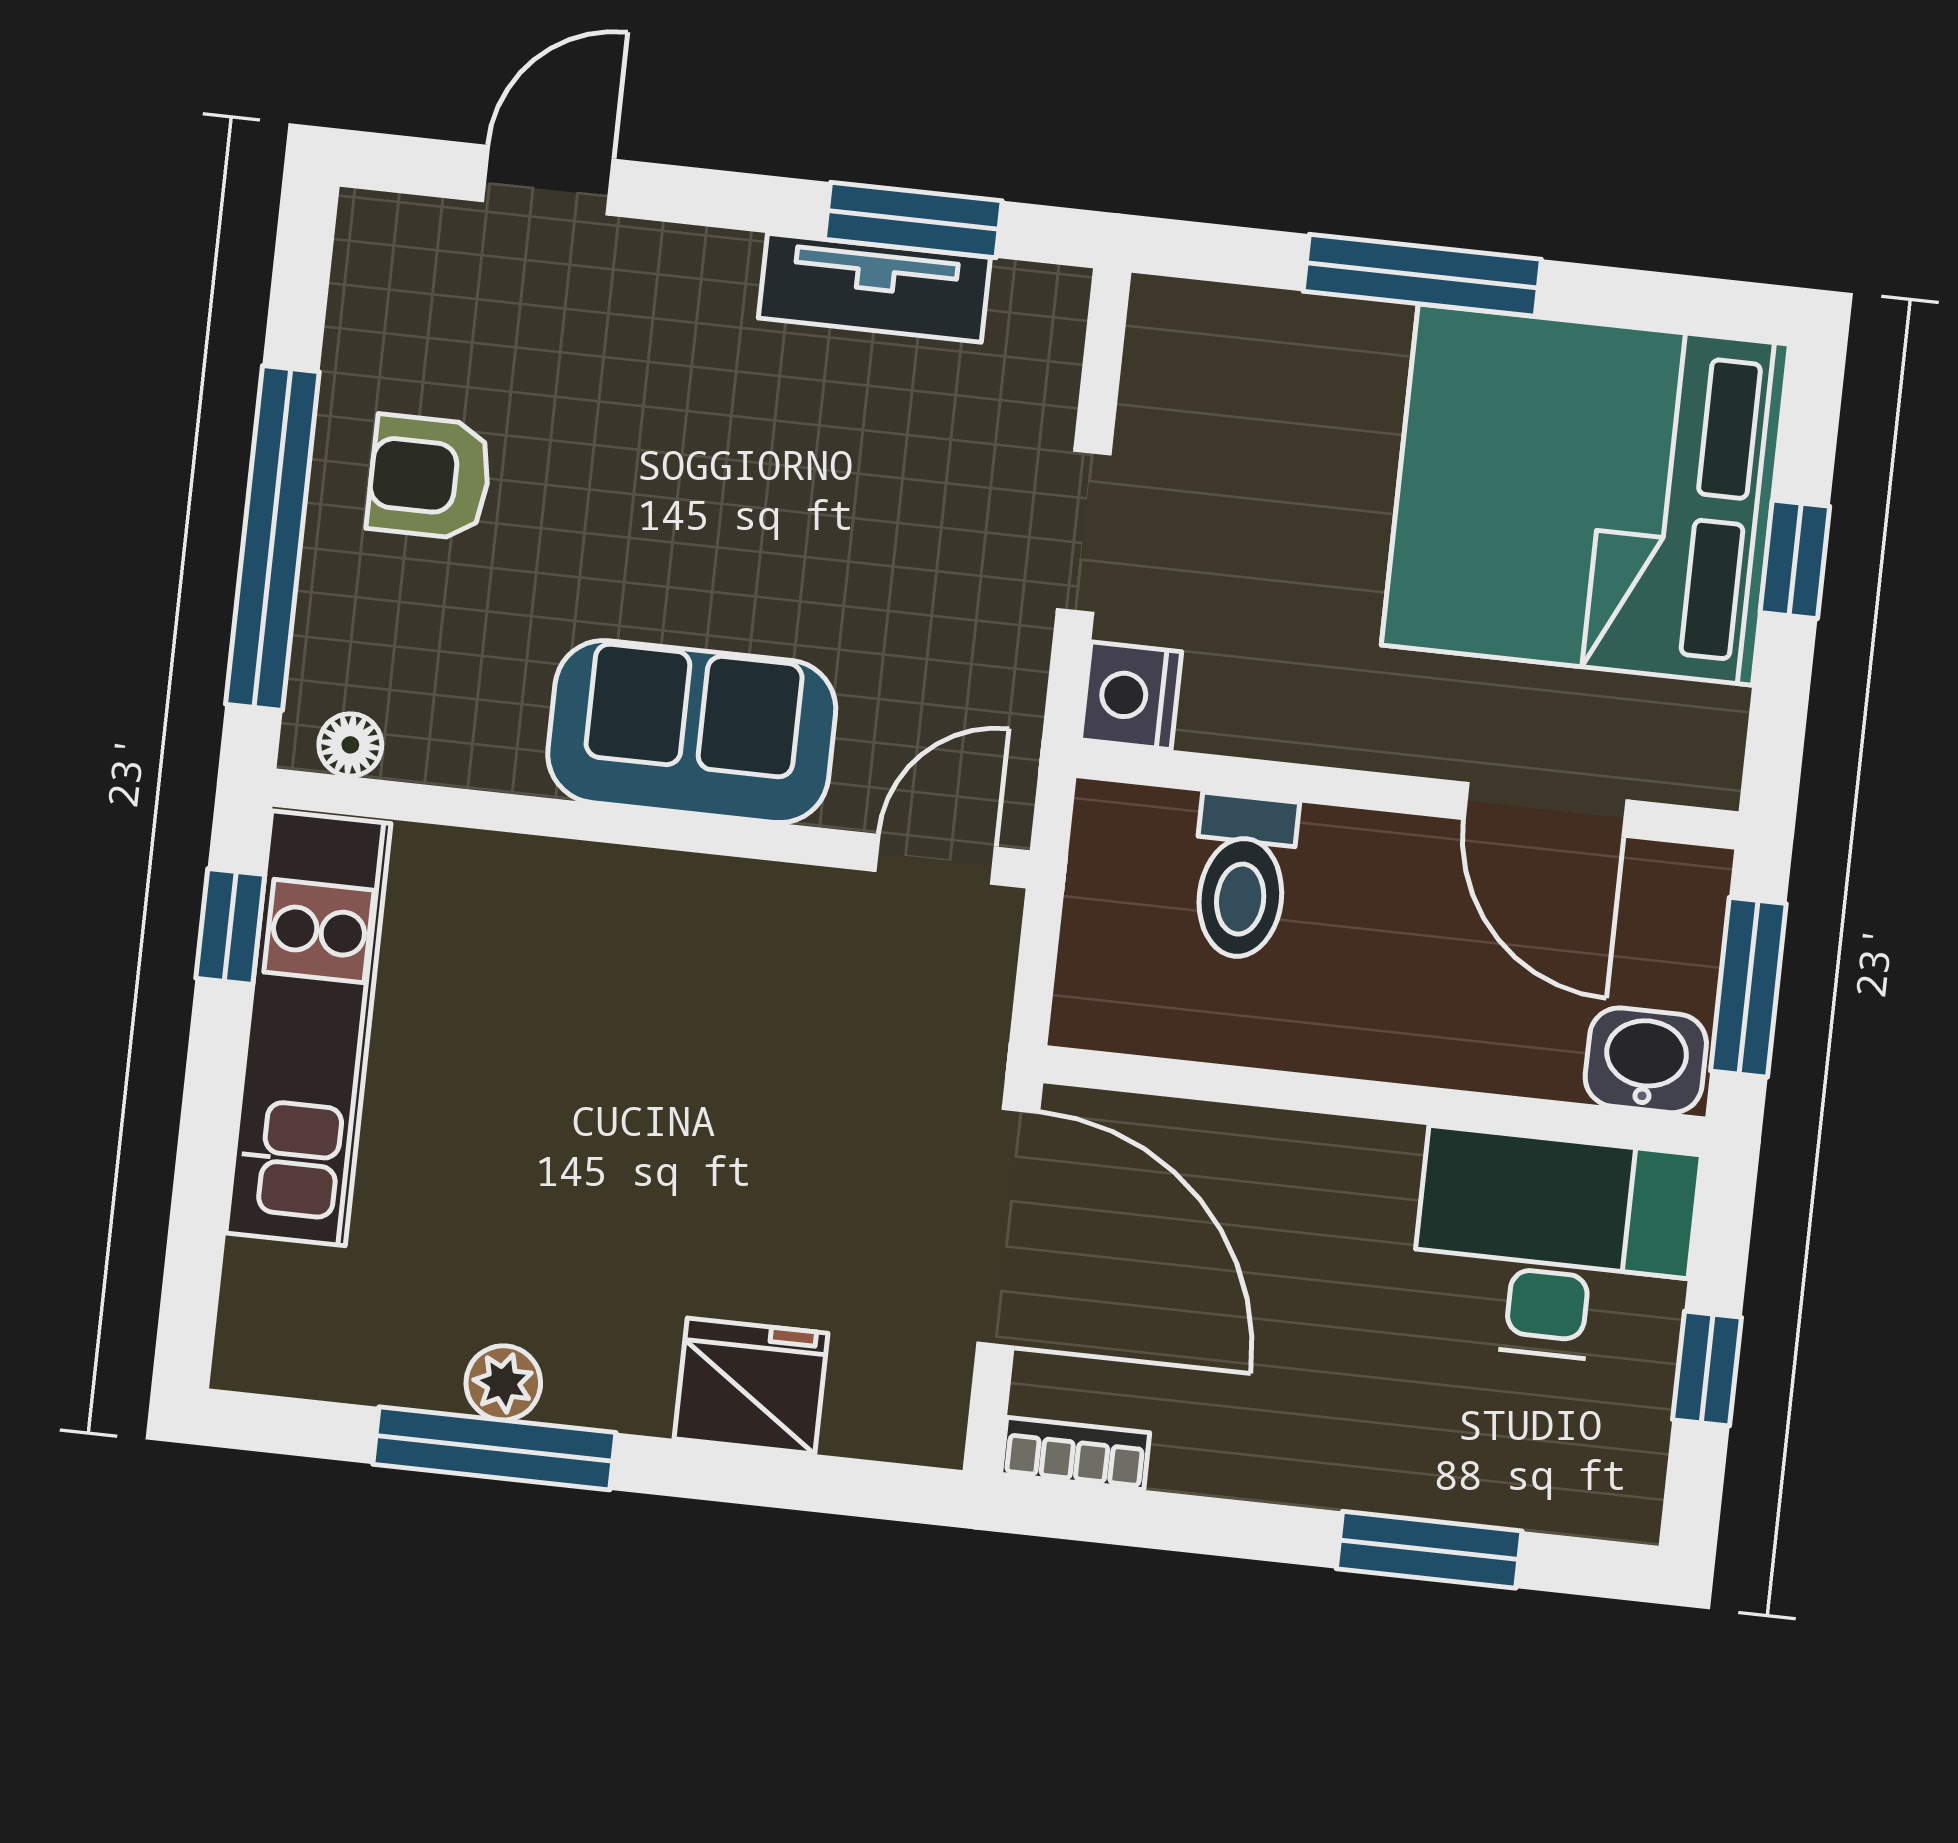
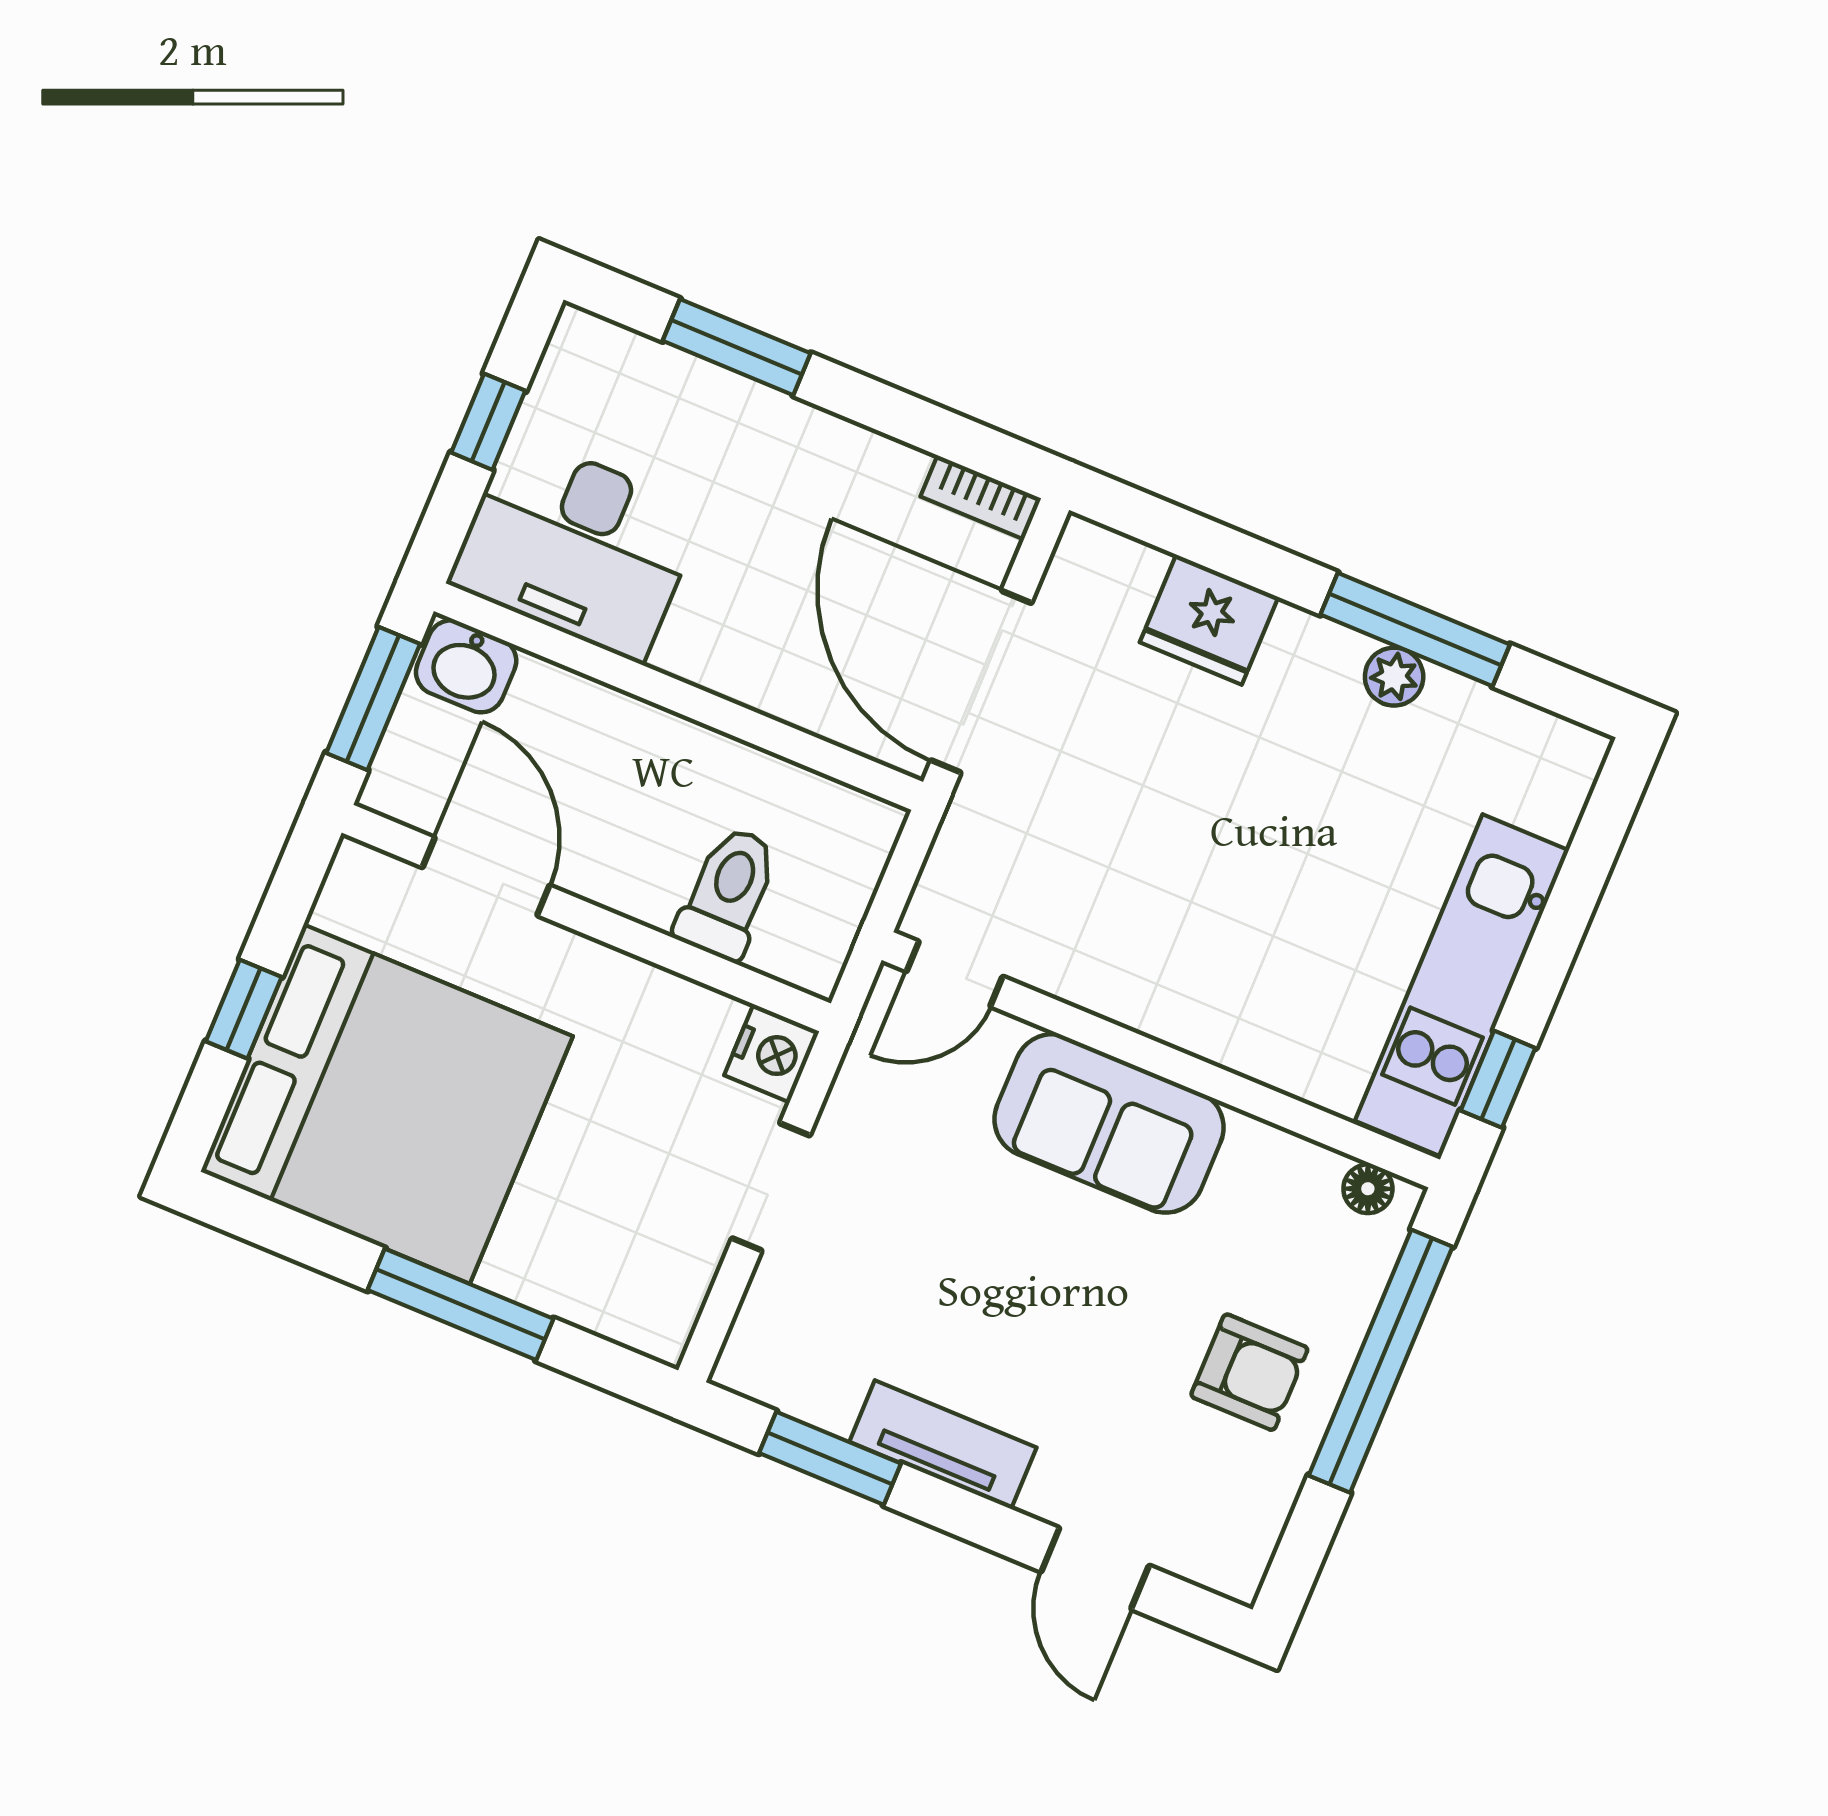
door: (548, 180) -> (1095, 1569), hinge flipped
tv unit: (874, 288) -> (943, 1445), moved

